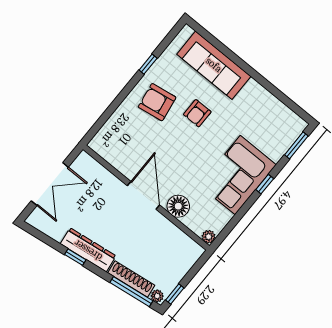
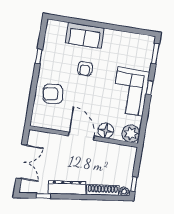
sofa: (214, 65) -> (85, 35), width x0.73
armchair: (157, 102) -> (53, 94), moved
plant: (209, 237) -> (131, 134), width x1.88, depth x1.88
window: (75, 257) -> (43, 196), moved
window: (131, 292) -> (107, 198), removed

